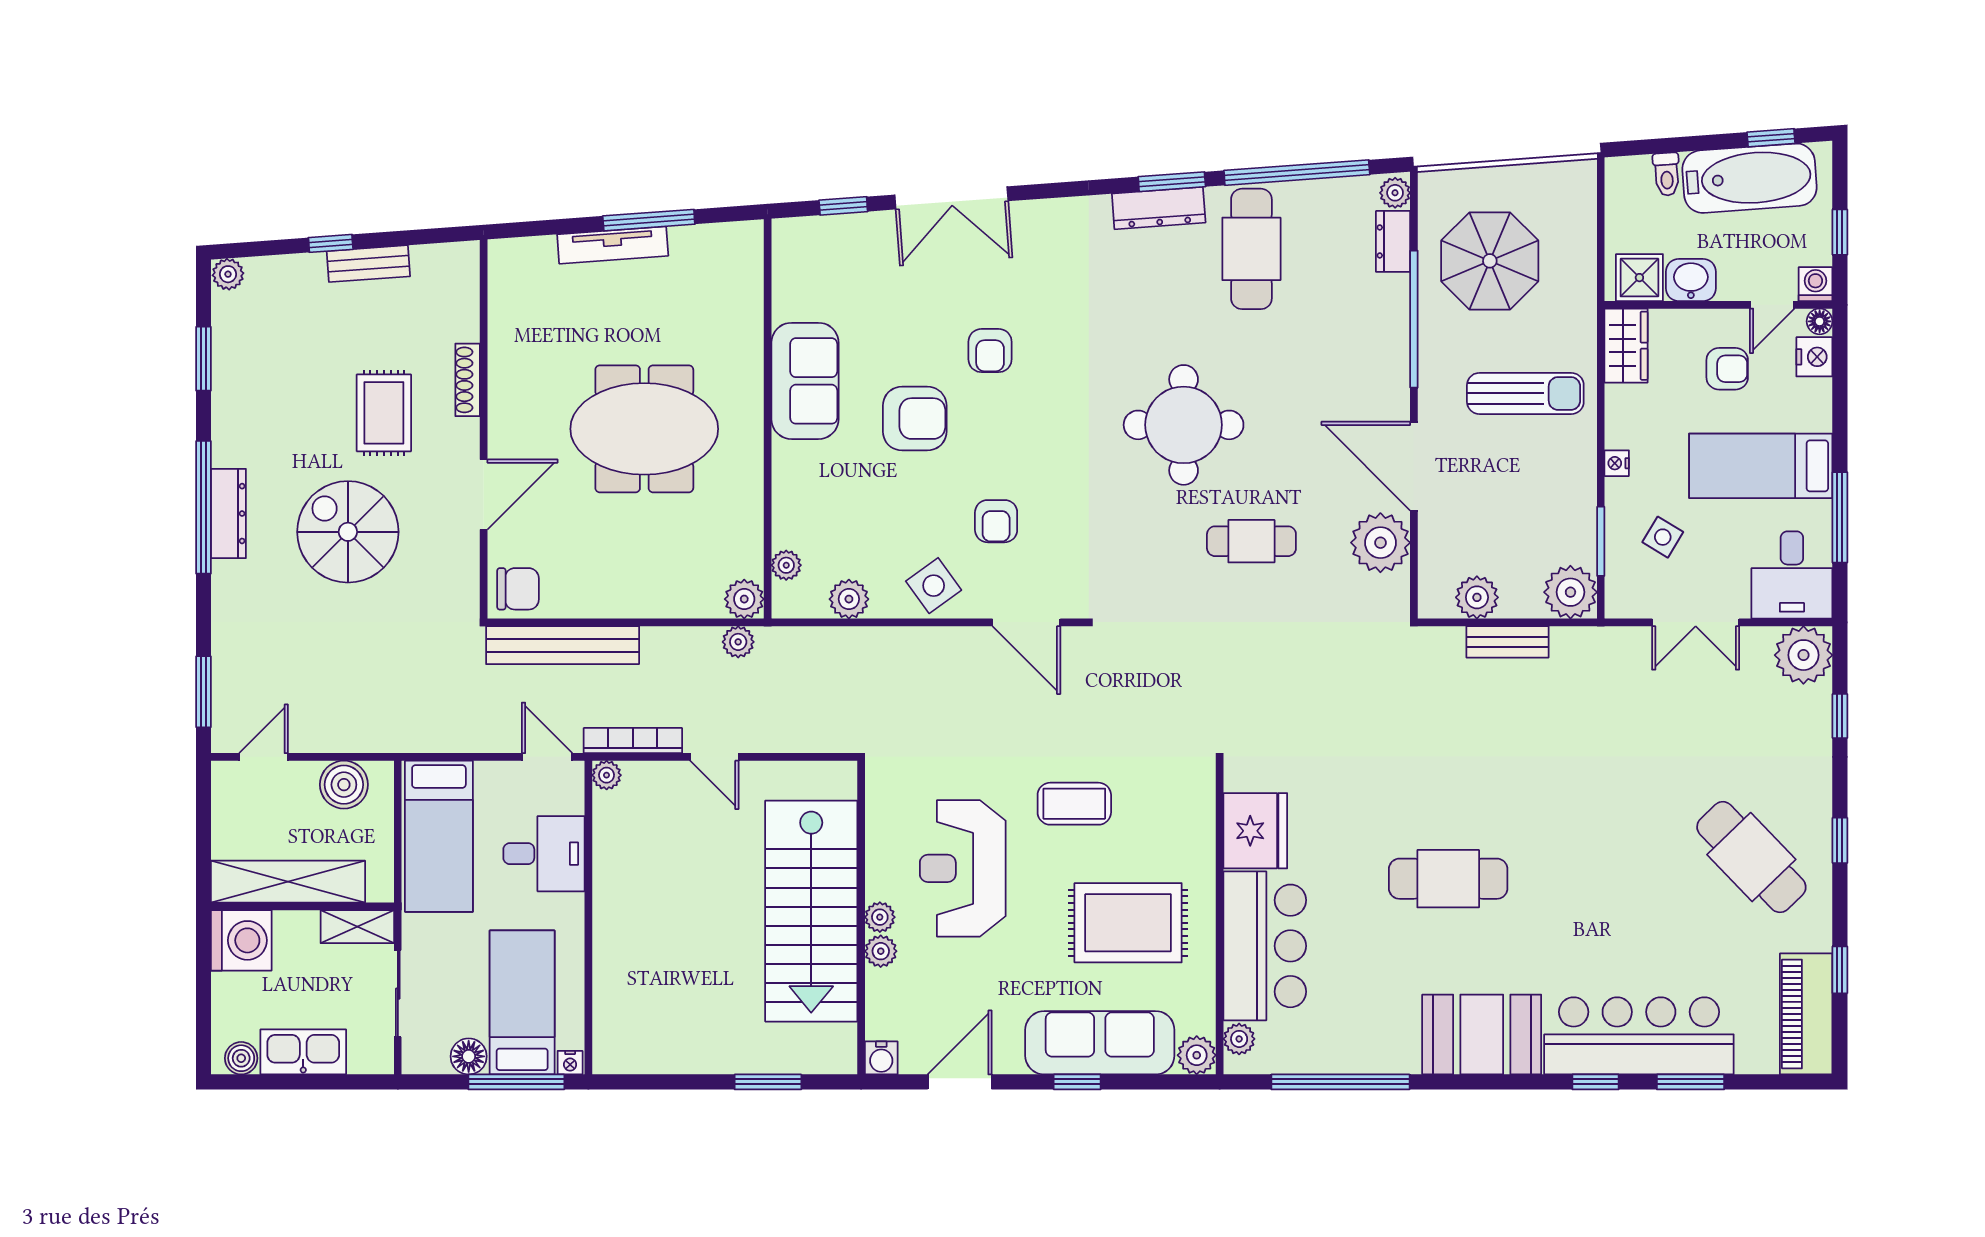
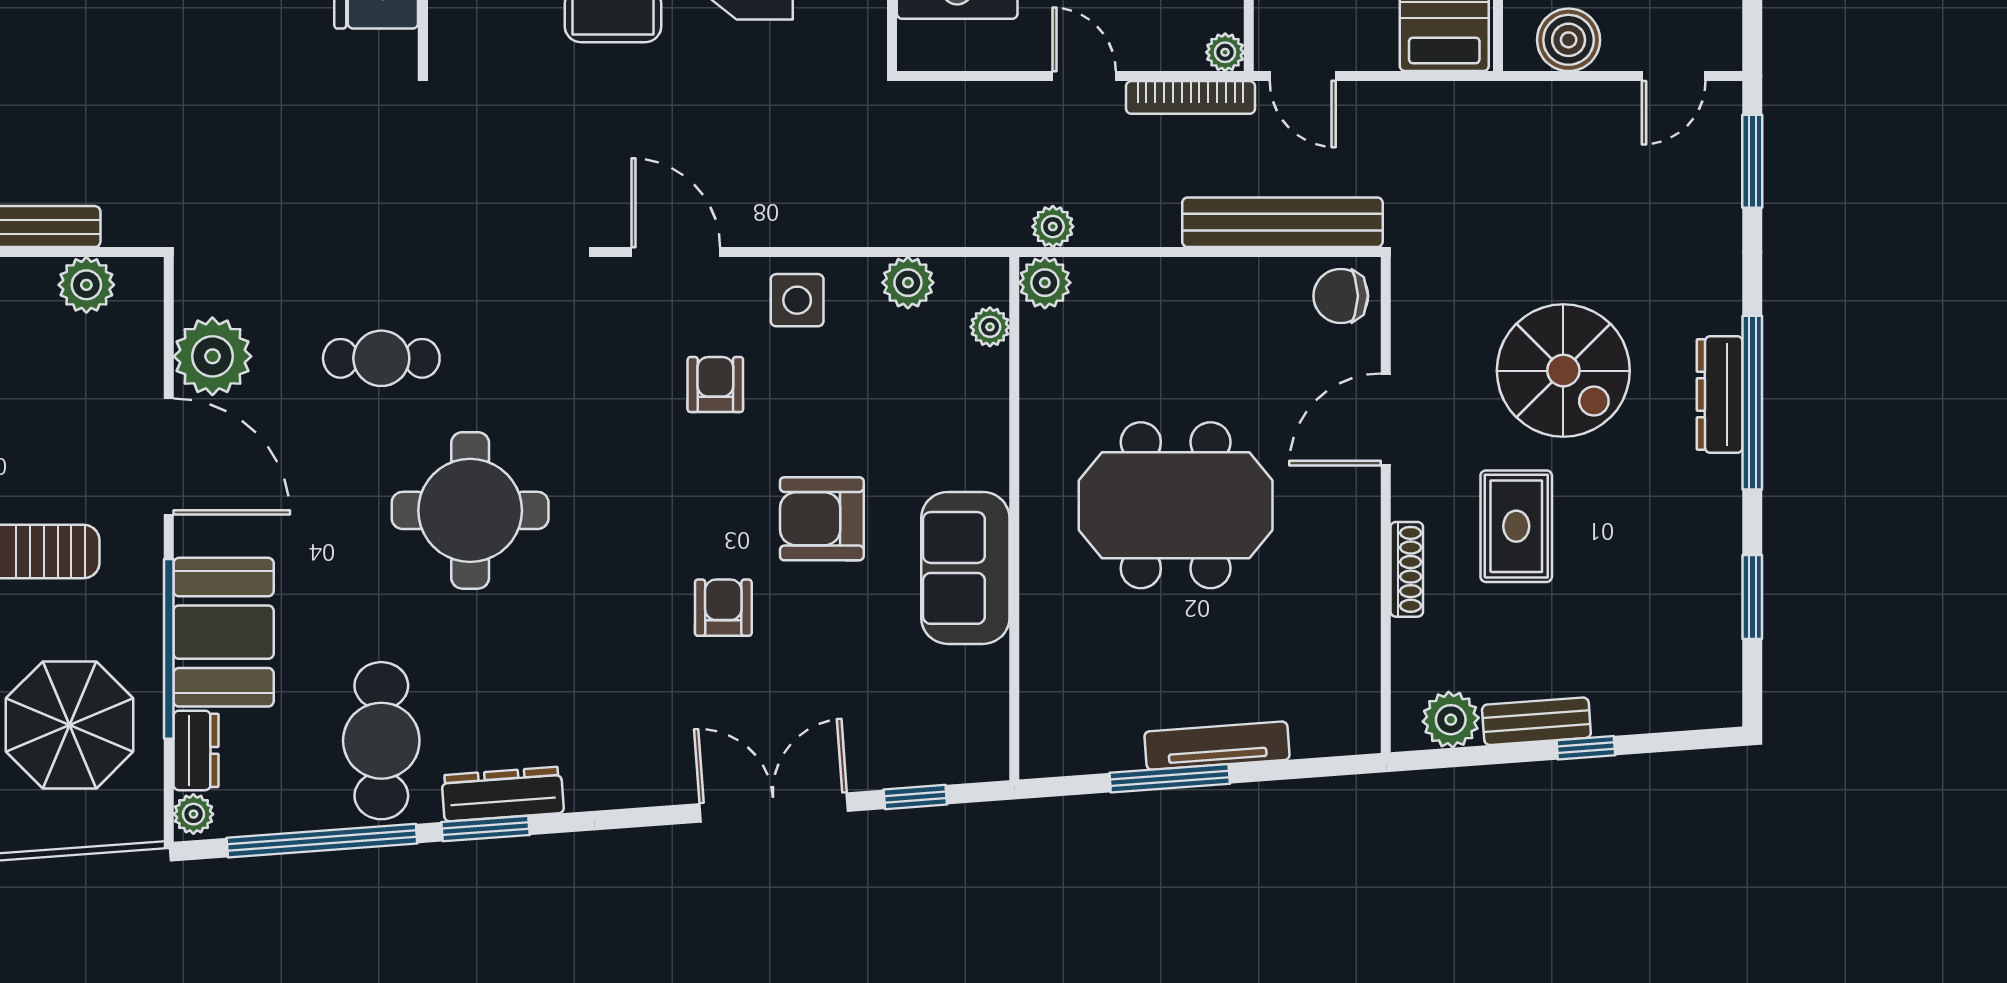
plant: (228, 274) -> (1451, 720), moved, width x1.38, depth x1.38
booth: (1372, 332) -> (224, 632), added
side table: (934, 586) -> (797, 300), turned 36

